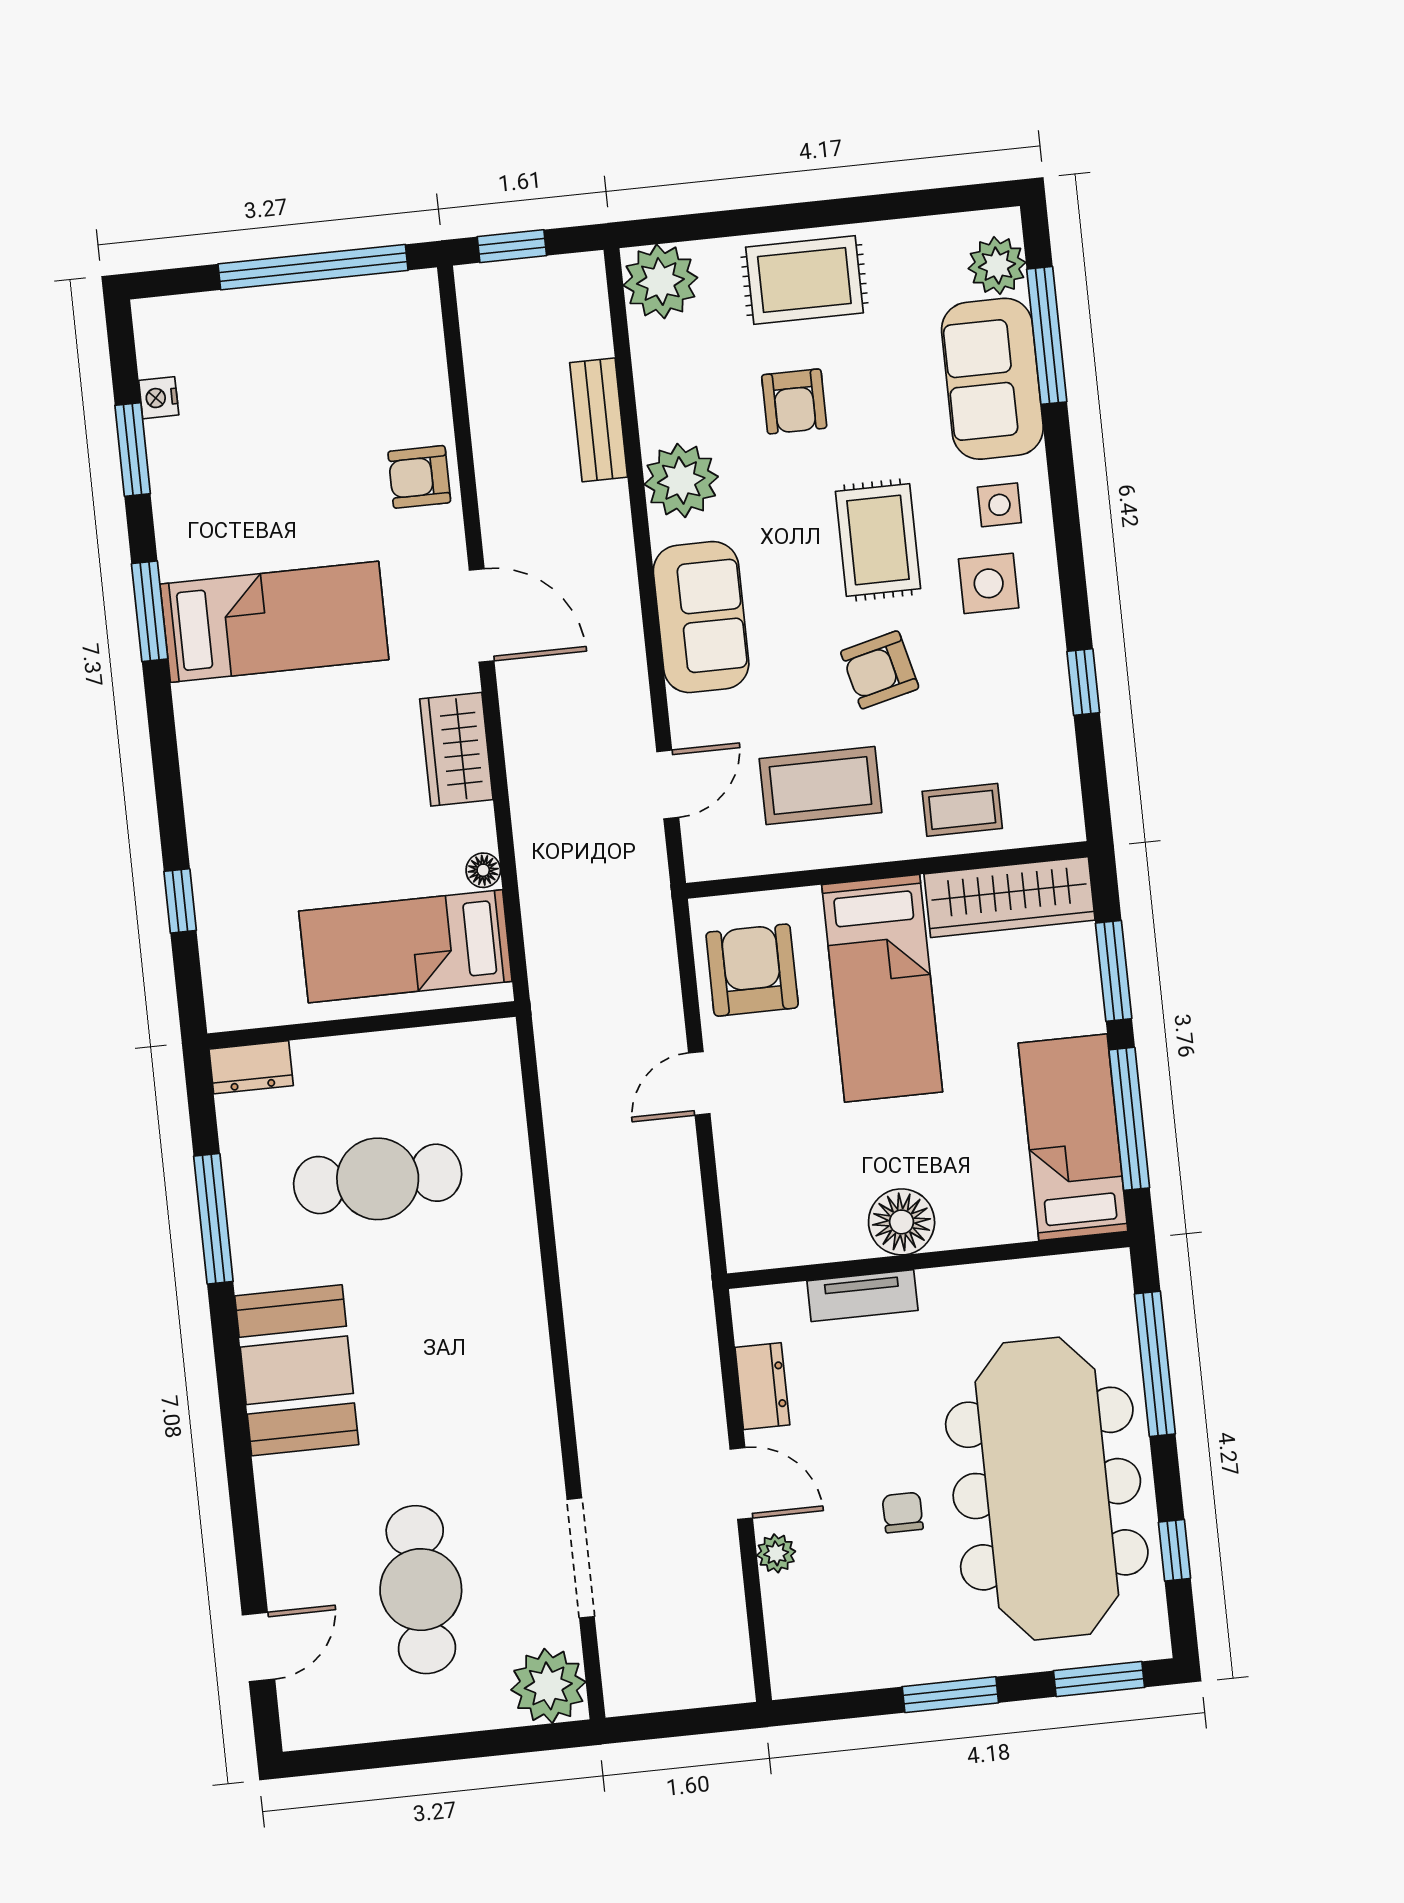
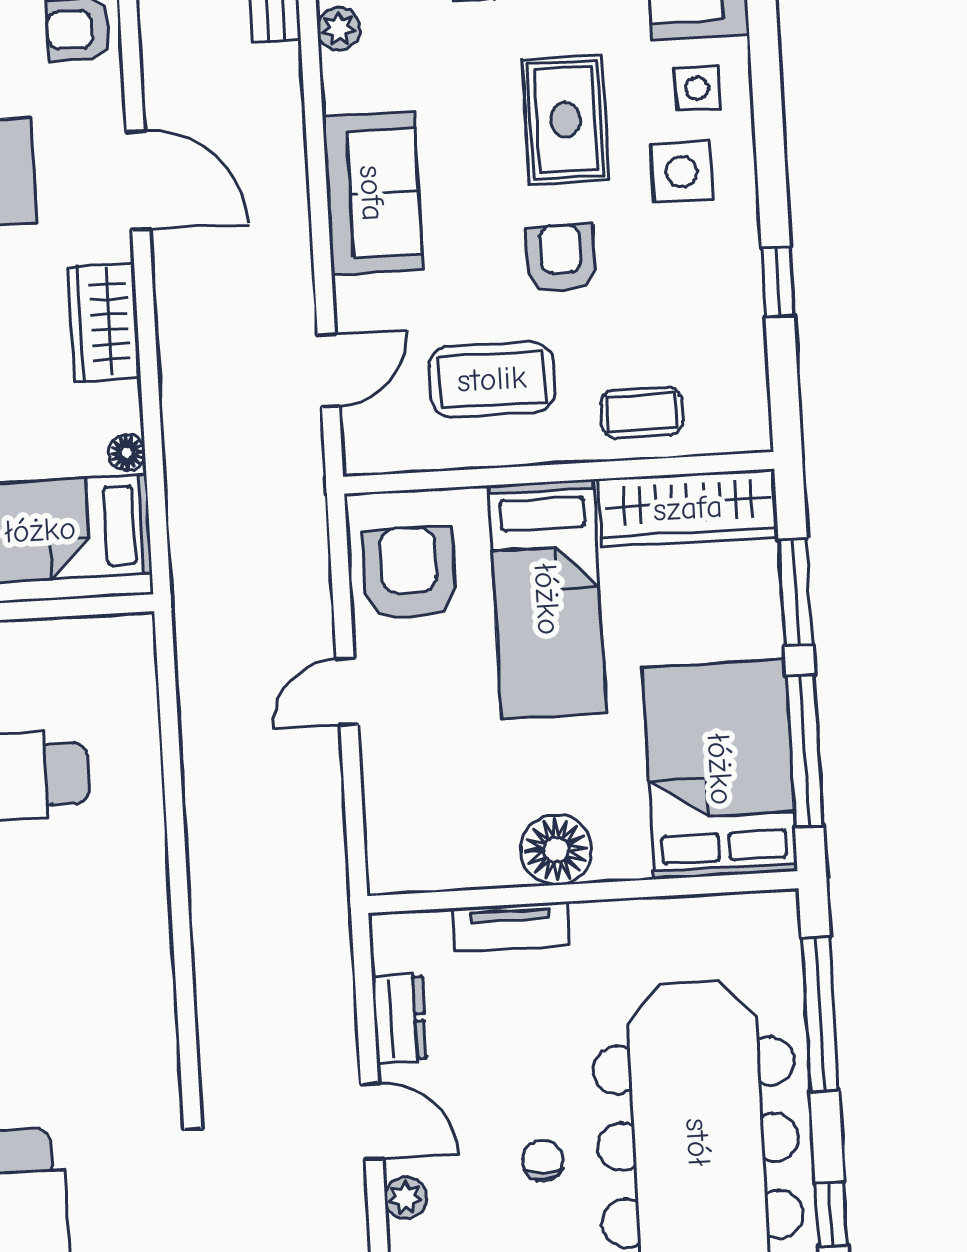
plant: (681, 480) -> (338, 29), width x0.53, depth x0.53
armchair: (880, 670) -> (561, 259), turned 104
bed: (1073, 1137) -> (720, 769), width x1.50

